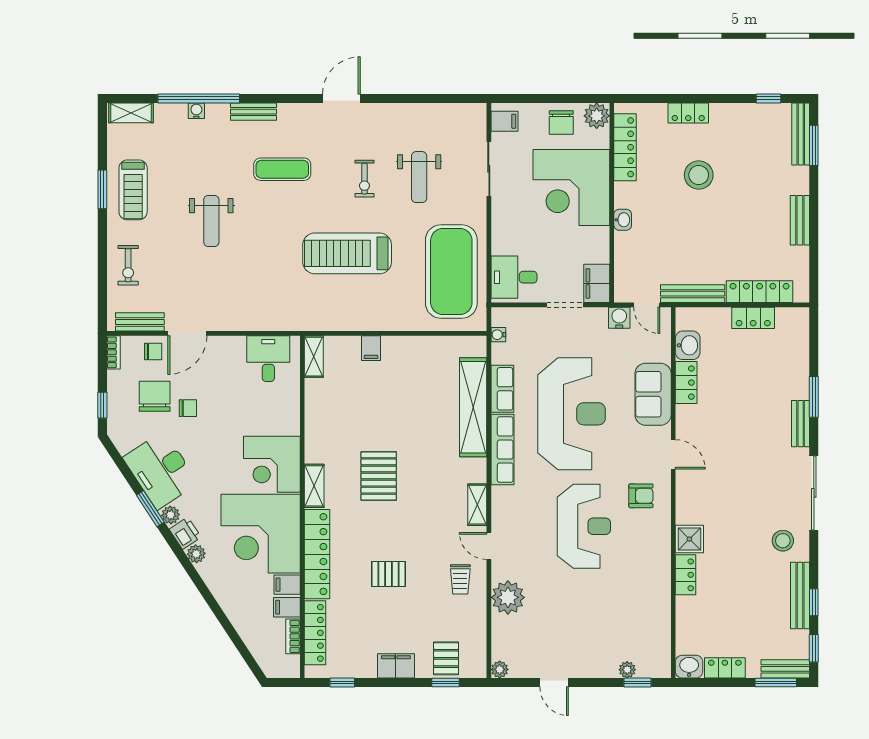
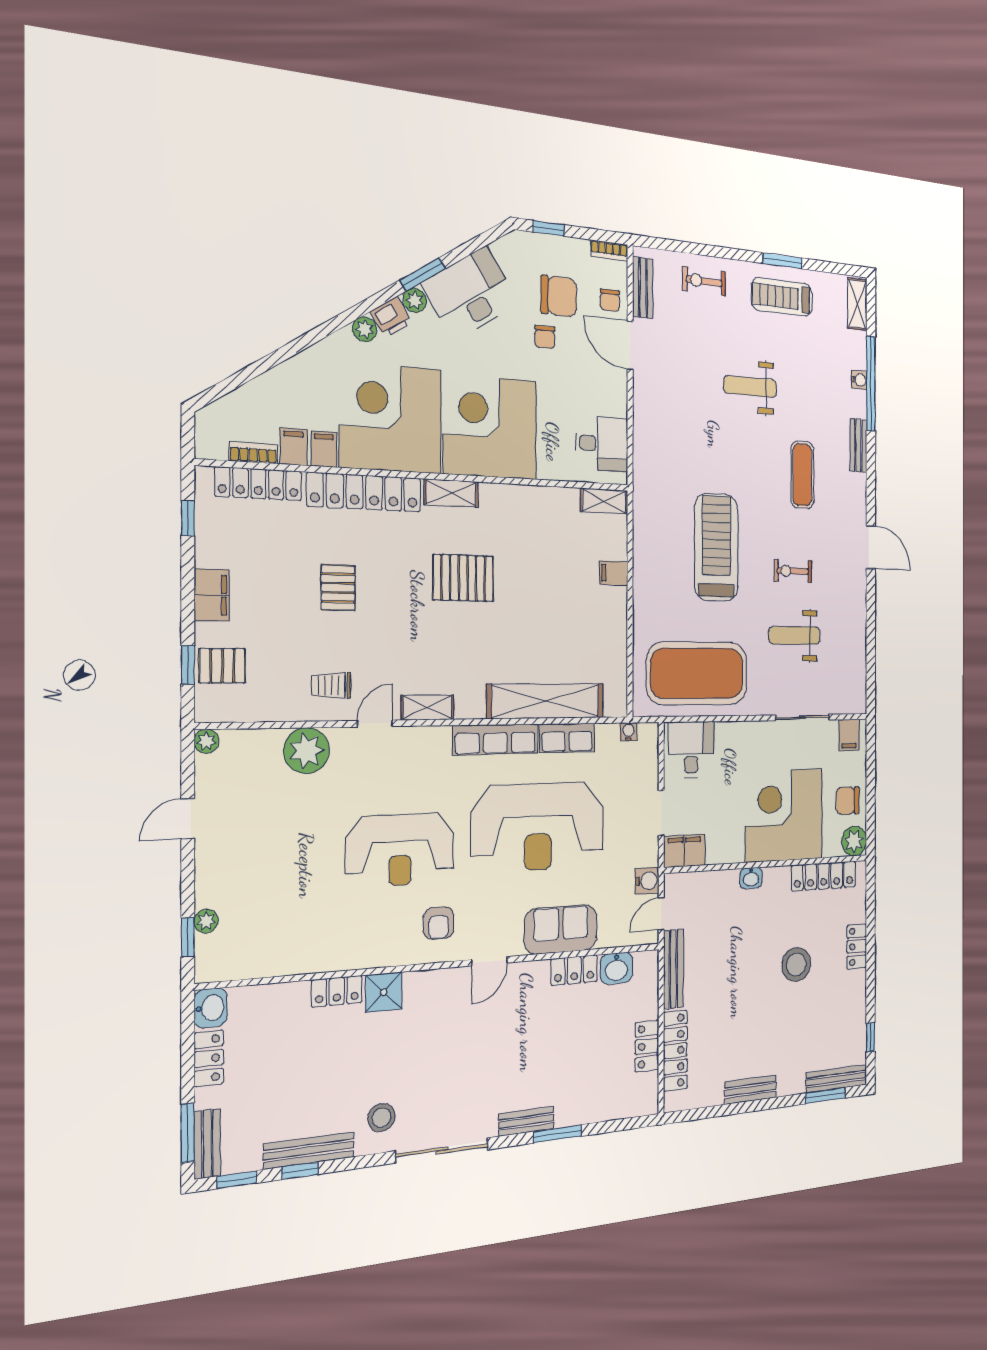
corner desk: (272, 464) -> (490, 427), width x1.36, depth x1.36

